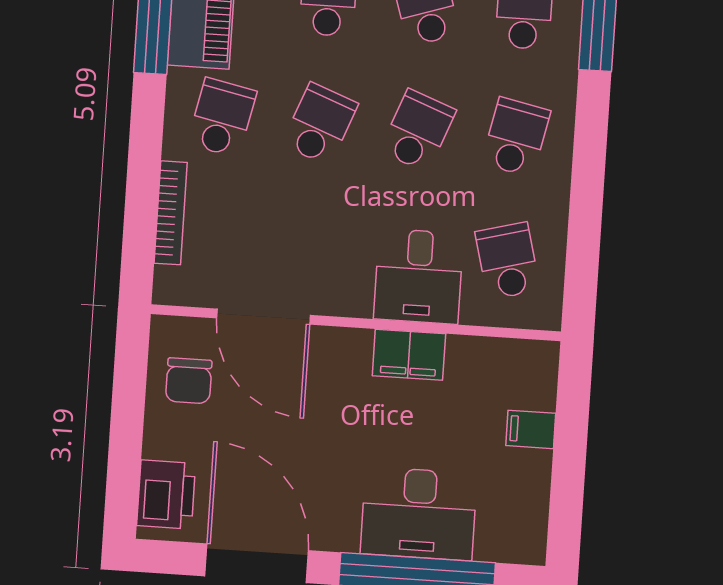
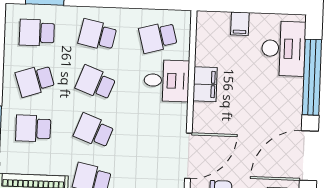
desk: (419, 514) -> (284, 49), moved

